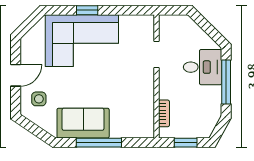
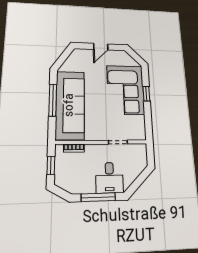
door: (16, 75) -> (101, 47), hinge flipped
side table: (39, 99) -> (85, 61), removed
sofa: (83, 123) -> (70, 105), width x1.85, depth x1.27

